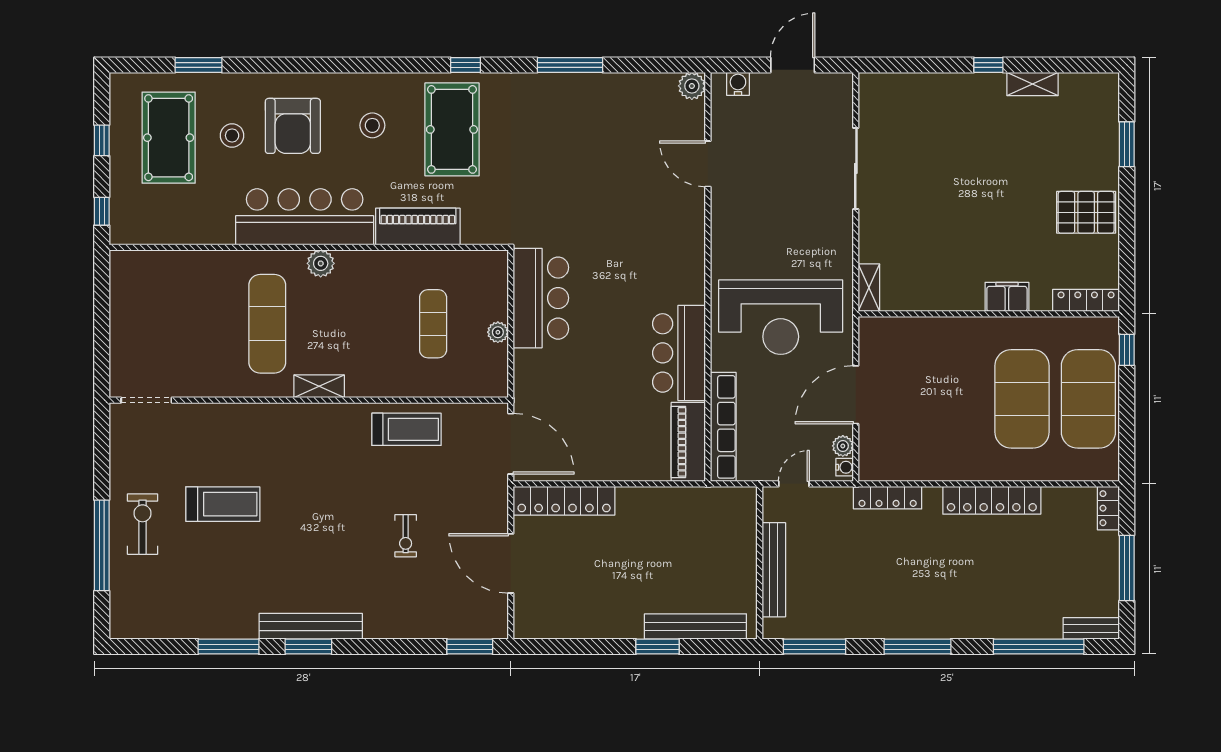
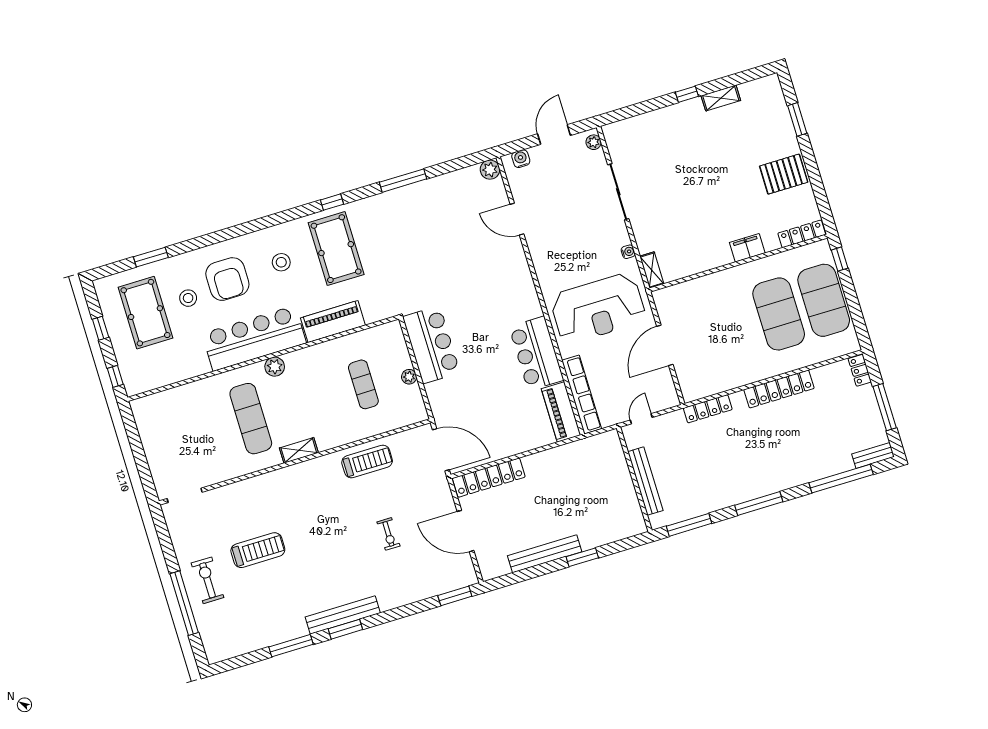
plant: (843, 446) -> (594, 142), moved
water cooler: (845, 467) -> (628, 252), moved
bench: (695, 627) -> (545, 554), moved

